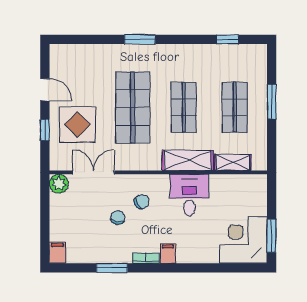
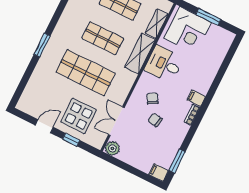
window: (272, 236) -> (208, 17), moved
corner desk: (244, 240) -> (188, 30), moved, turned -90
window: (112, 268) -> (177, 161), moved

